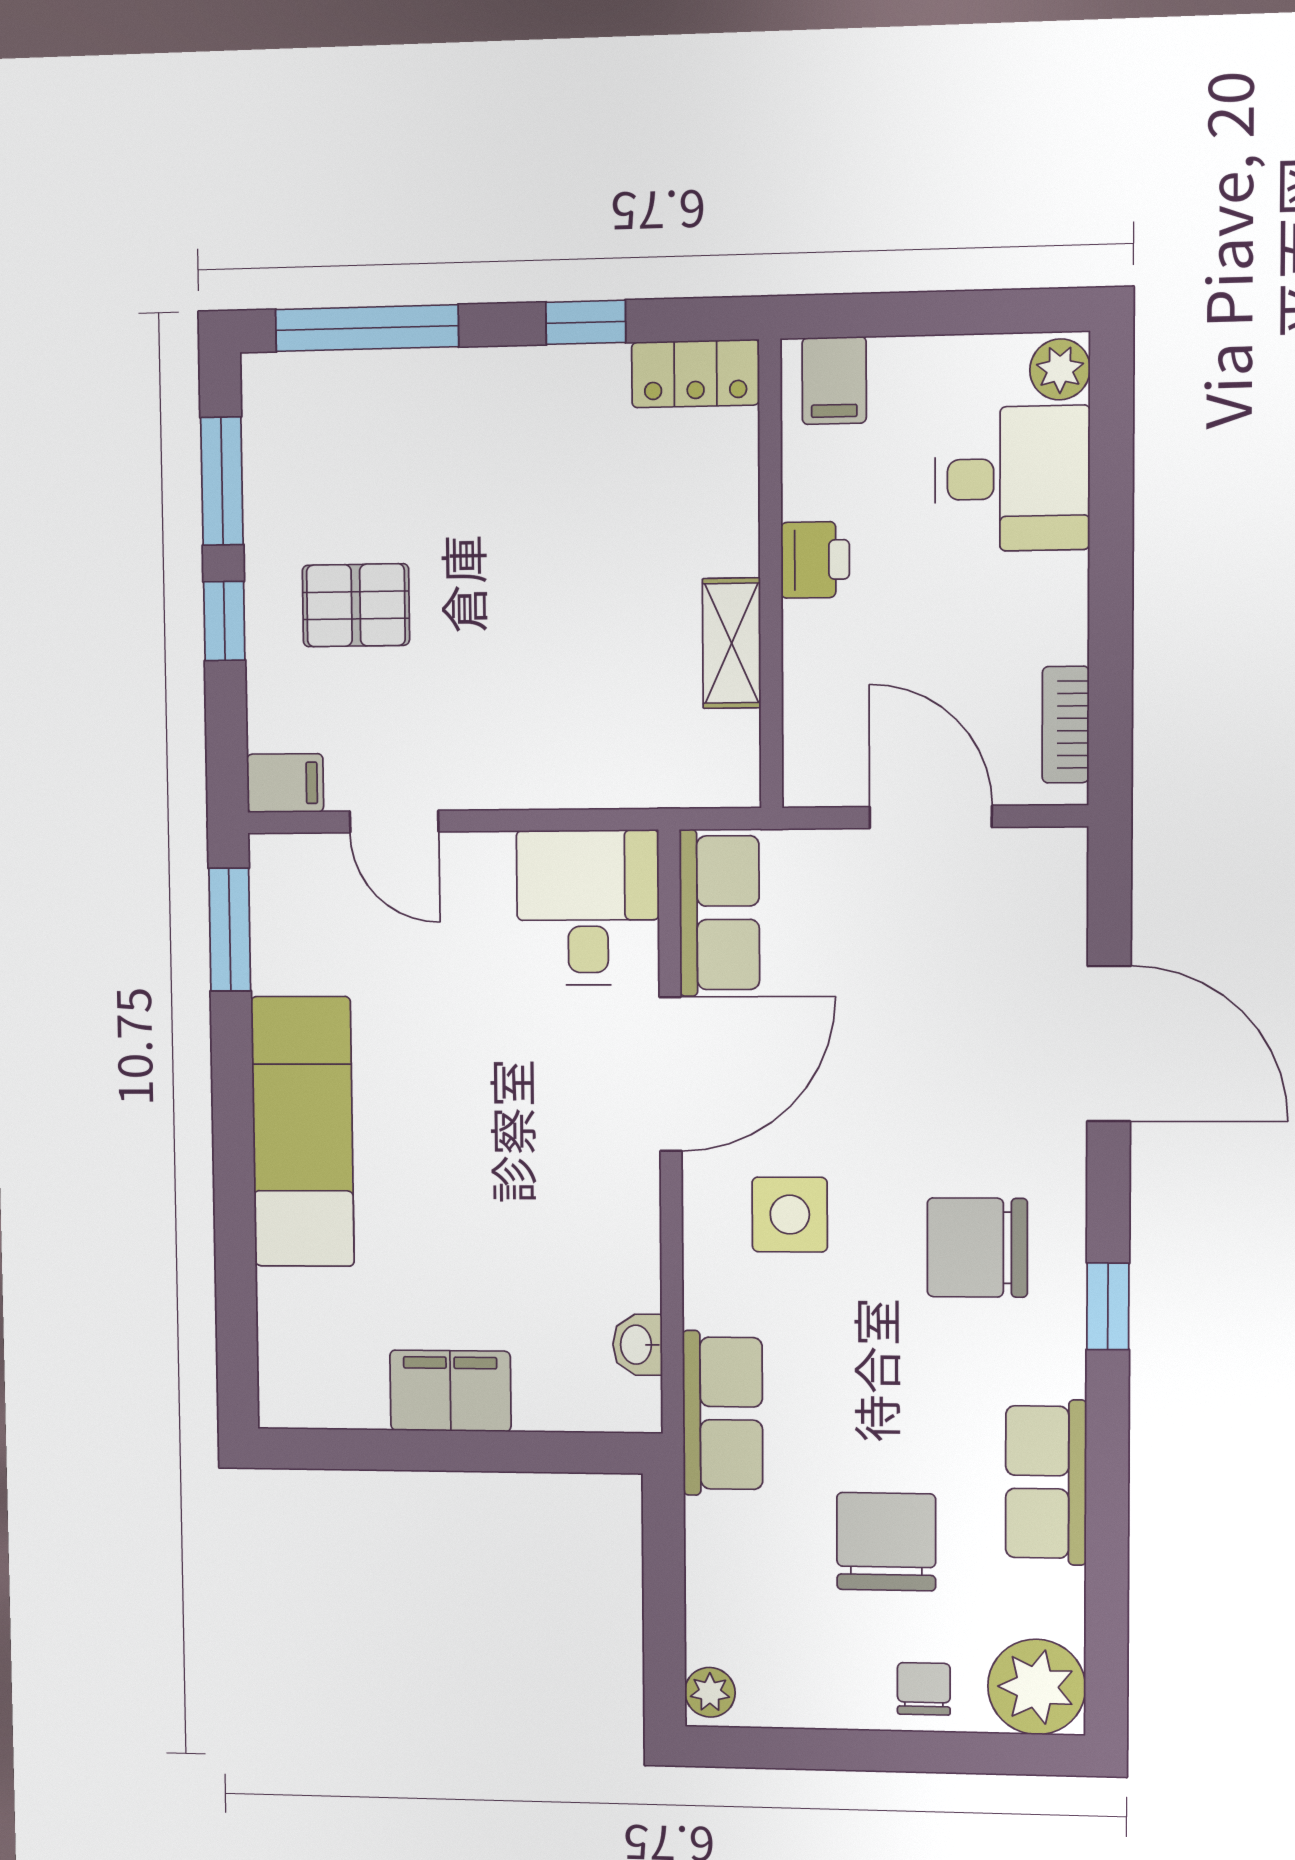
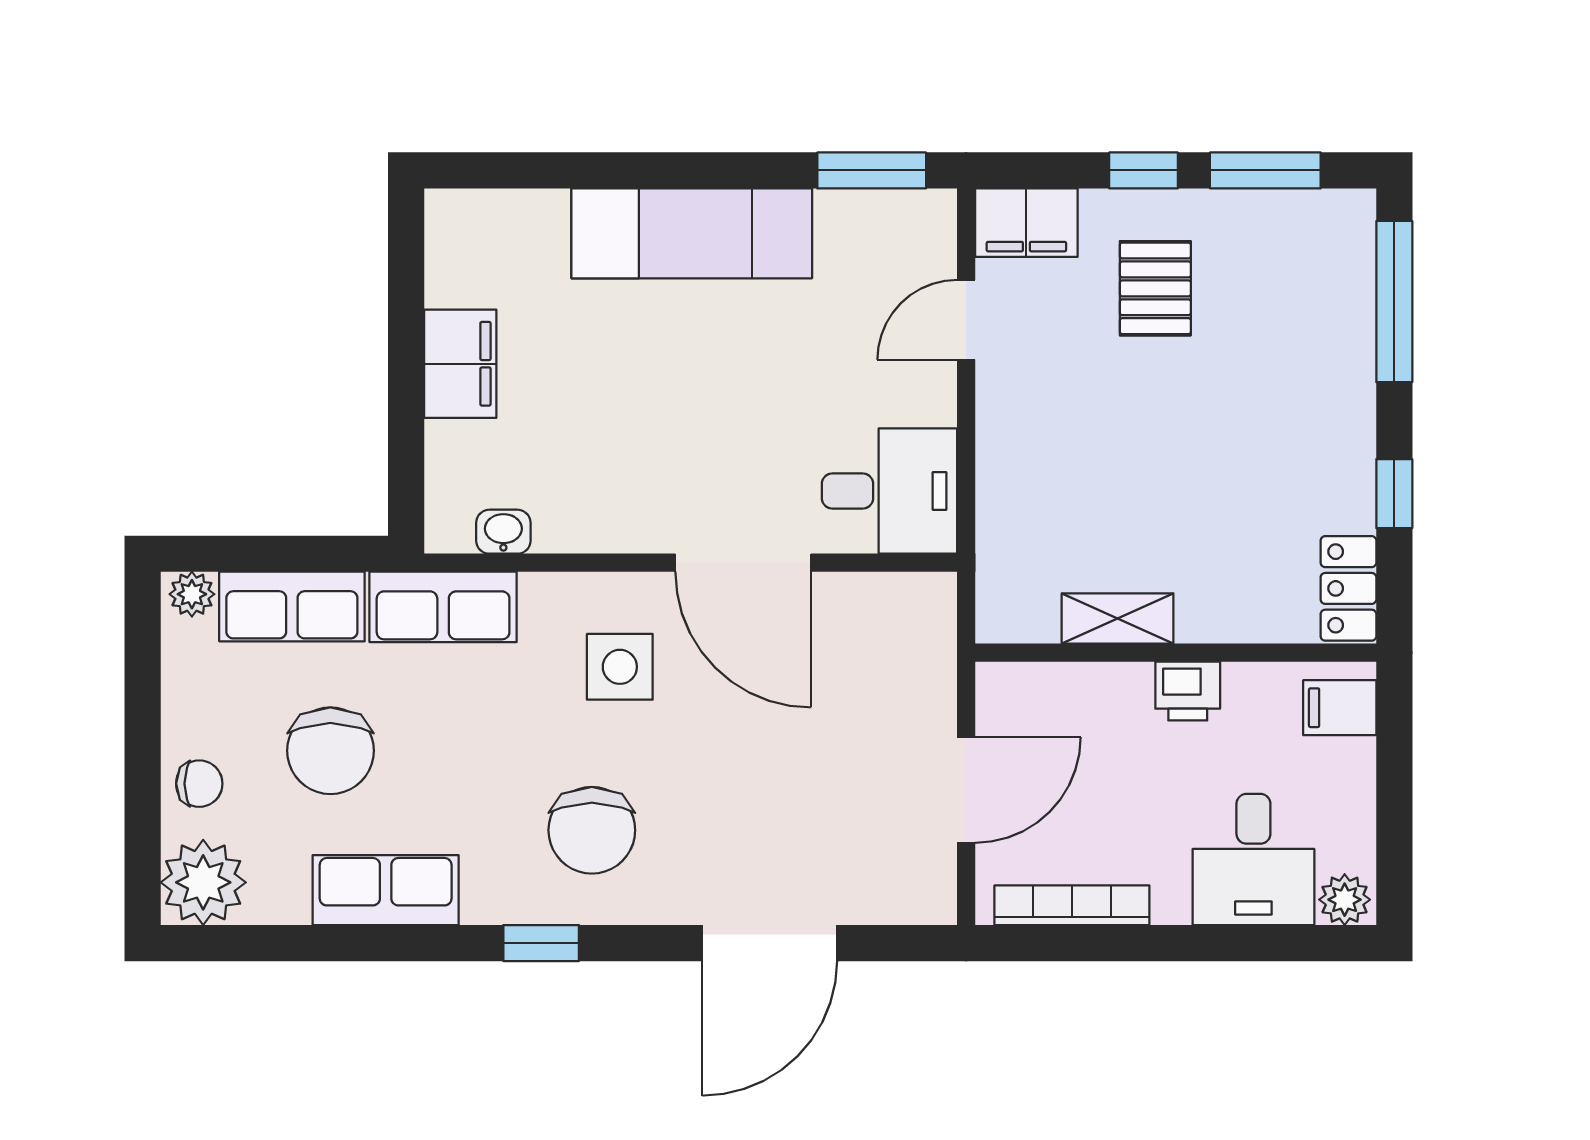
bookcase: (1066, 725) -> (1072, 905), width x1.56
filing cabinet: (285, 783) -> (1026, 223), width x2.00
row of seats: (719, 913) -> (292, 606), moved
chair: (977, 1248) -> (592, 830), turned 180
chair: (886, 1542) -> (330, 751), turned 90

